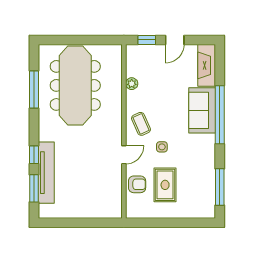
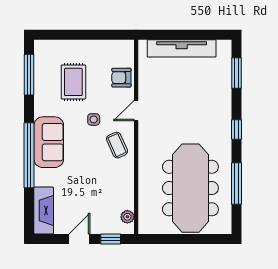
plant: (132, 84) -> (127, 217), moved
sofa: (202, 110) -> (49, 142), moved
window: (34, 155) -> (237, 130), moved
tv unit: (46, 173) -> (182, 48), moved, turned -90
rug: (165, 185) -> (73, 82), moved

